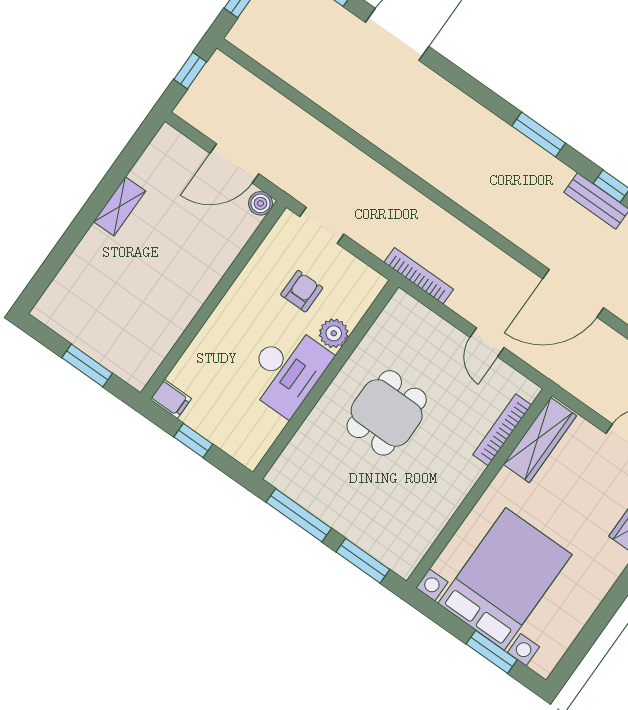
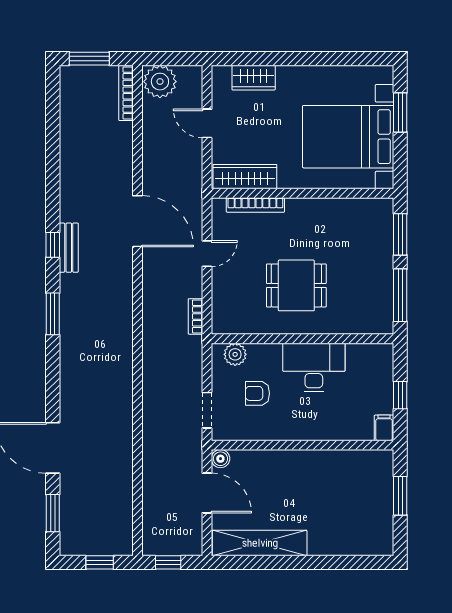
shelving: (120, 206) -> (260, 543), width x2.20, depth x1.33
bookcase: (419, 276) -> (195, 316), width x0.64
plant: (334, 333) -> (235, 354), moved

